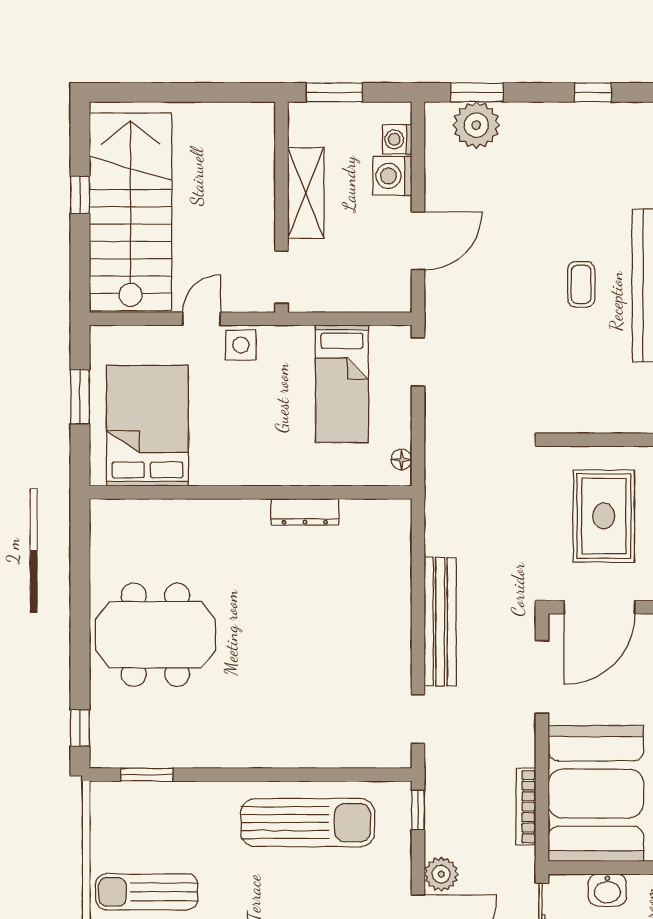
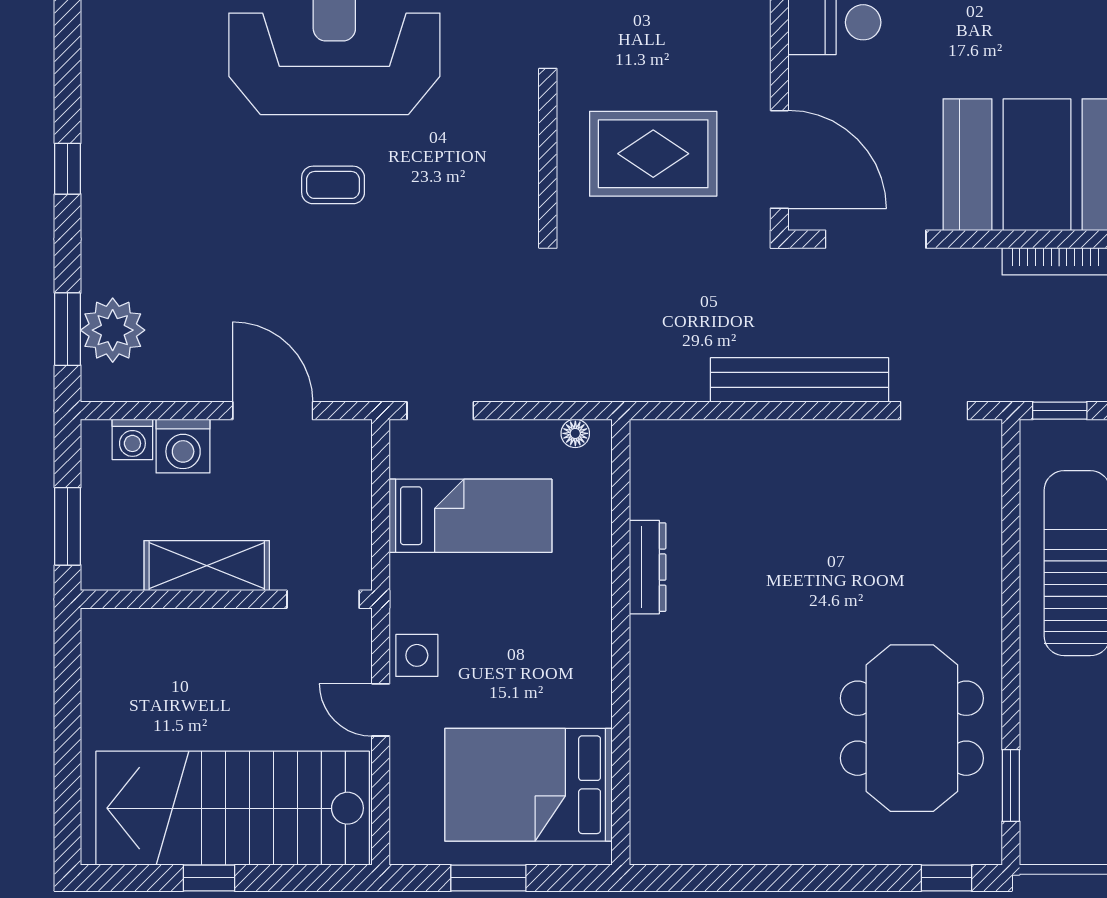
meeting table: (155, 635) -> (912, 728), moved

